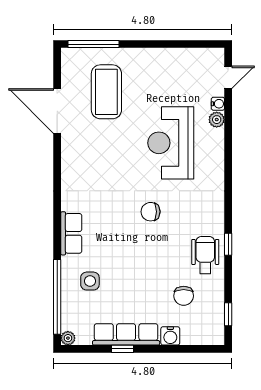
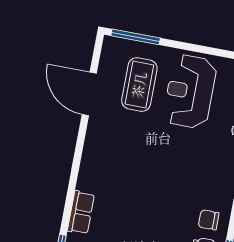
reception desk: (171, 143) -> (190, 92), moved
chair: (151, 212) -> (209, 220), moved

